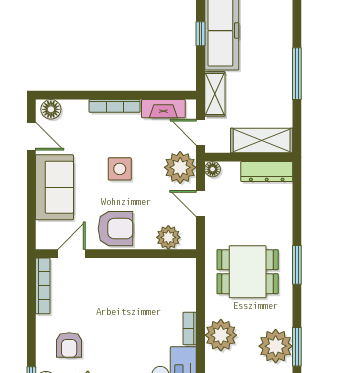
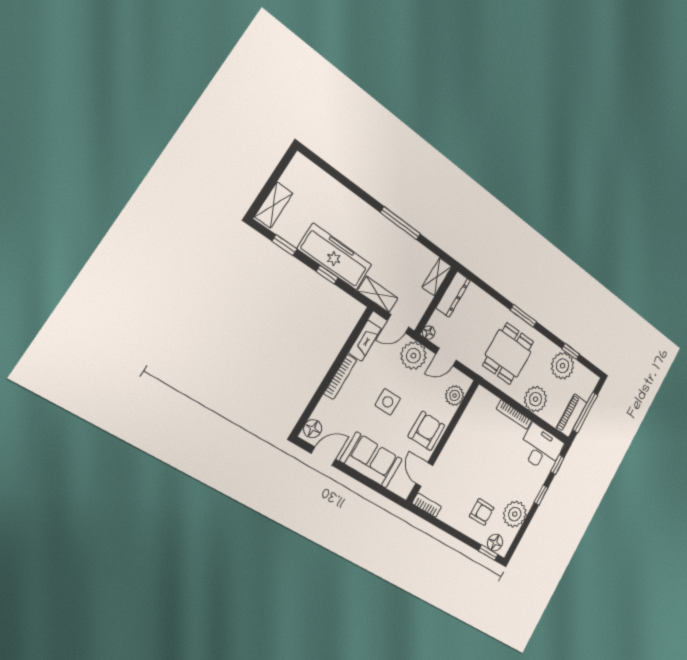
shelving: (262, 141) -> (437, 277), width x0.67, depth x0.75
bookcase: (43, 286) -> (427, 505), width x0.64
bookcase: (190, 328) -> (514, 415), width x1.56
window: (297, 347) -> (571, 352), width x0.67

